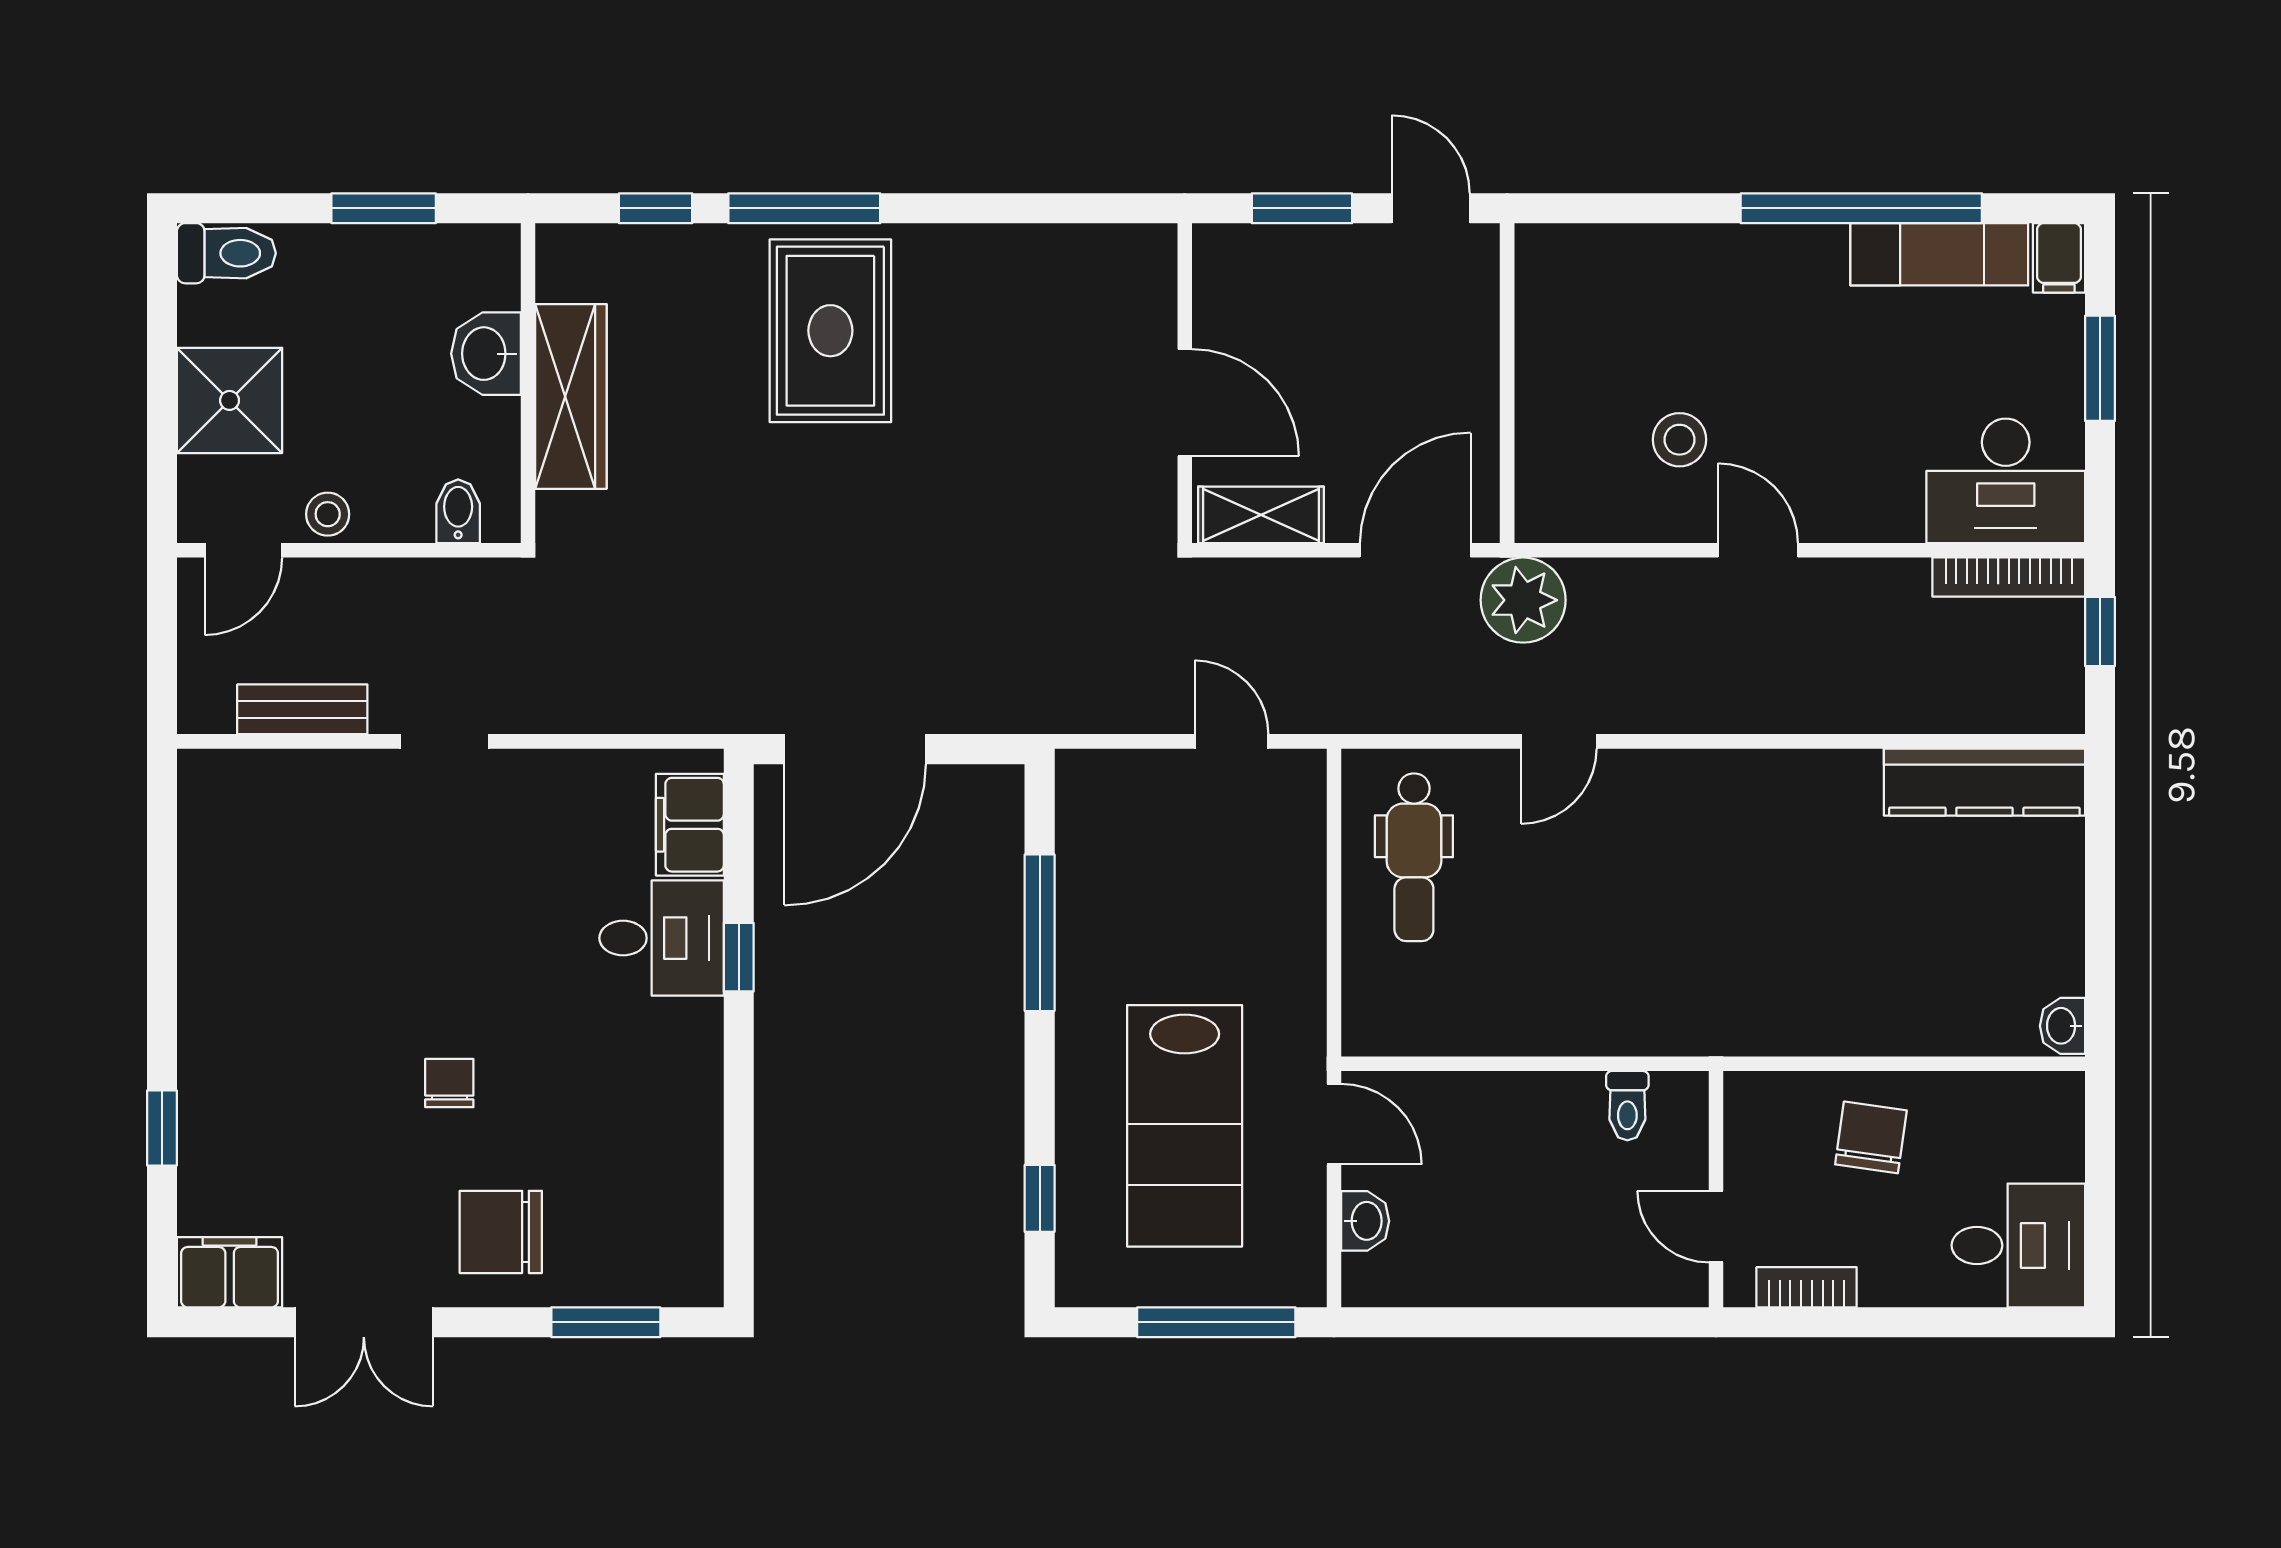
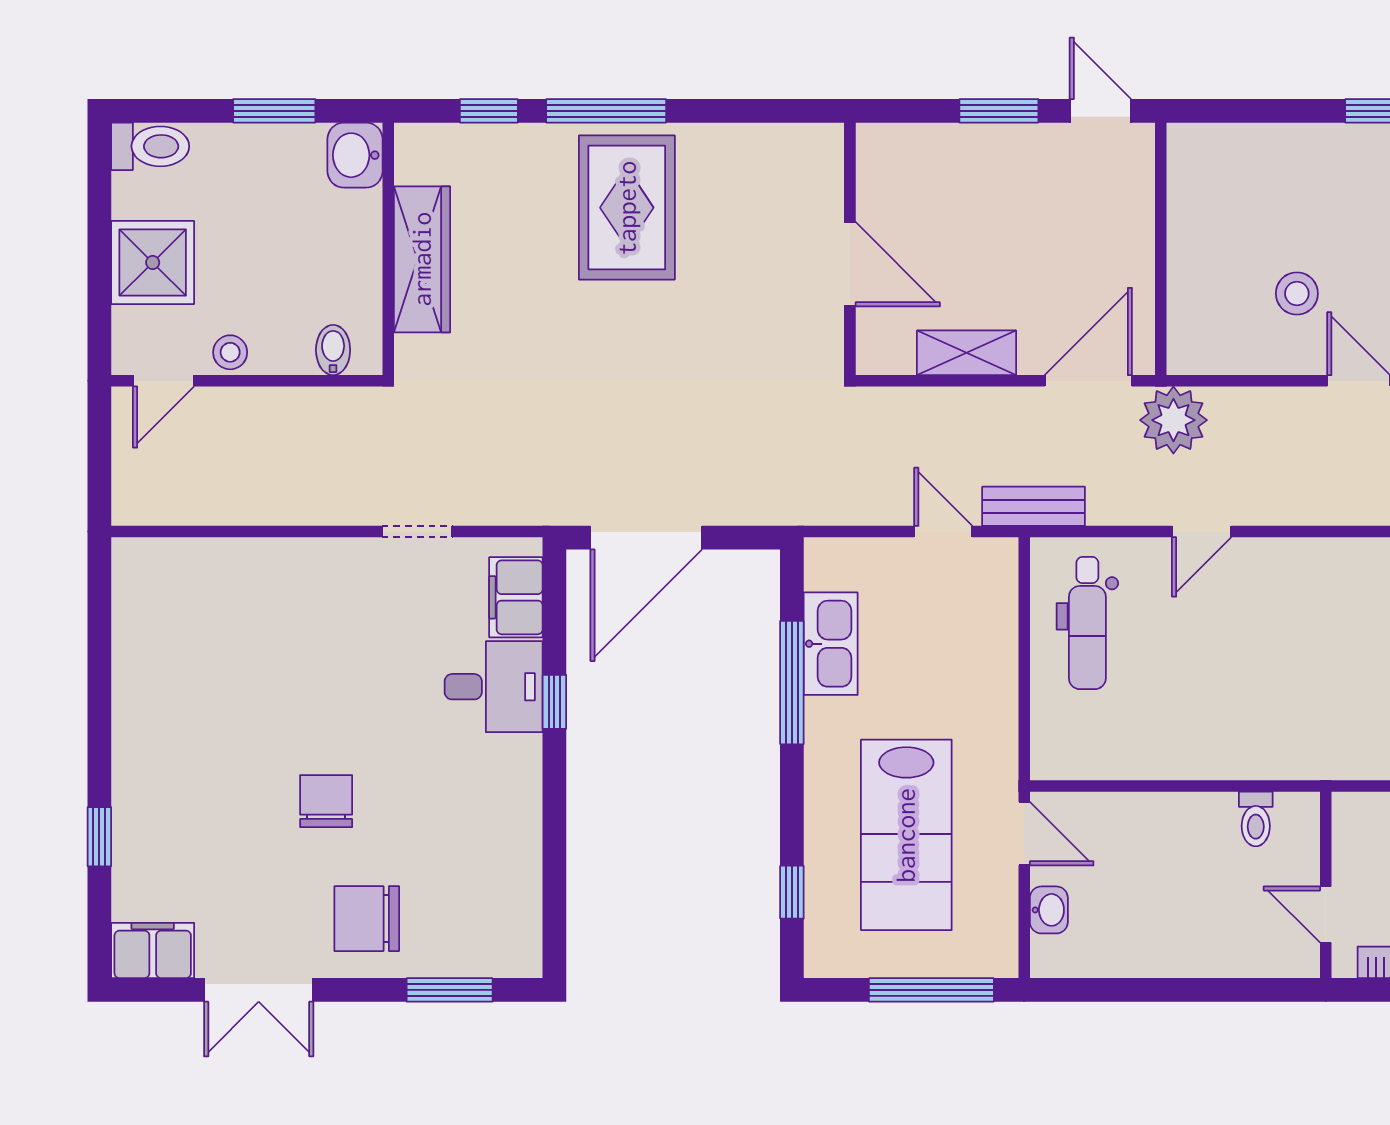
washbasin: (486, 354) -> (355, 155), moved
wall: (1185, 383) -> (850, 249), moved
door: (1185, 403) -> (850, 264), moved
bench: (302, 709) -> (1034, 506), moved
doorway: (444, 741) -> (417, 532), moved
kitchen sink: (1089, 883) -> (831, 644), added
chair: (449, 1083) -> (326, 801), width x1.37, depth x1.37

